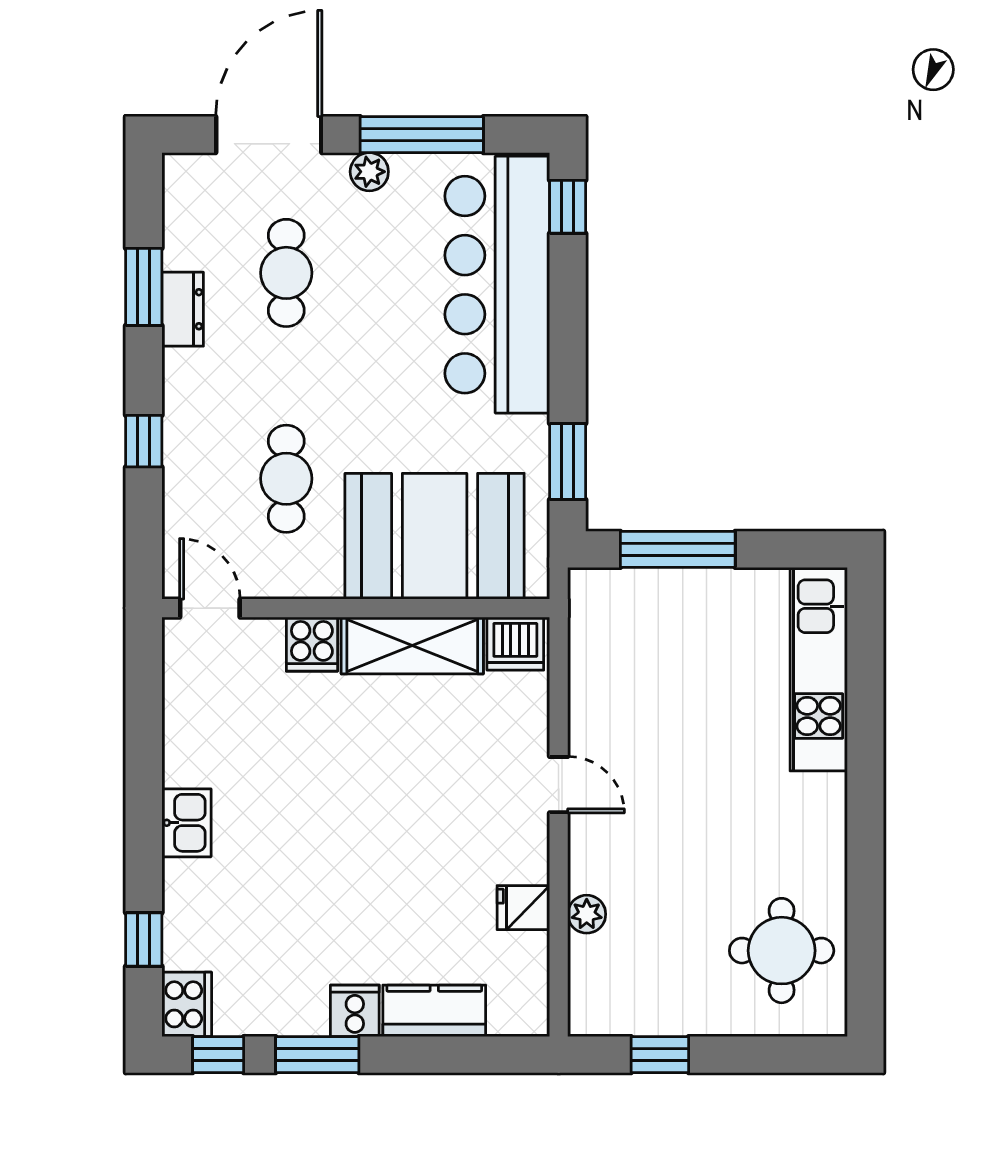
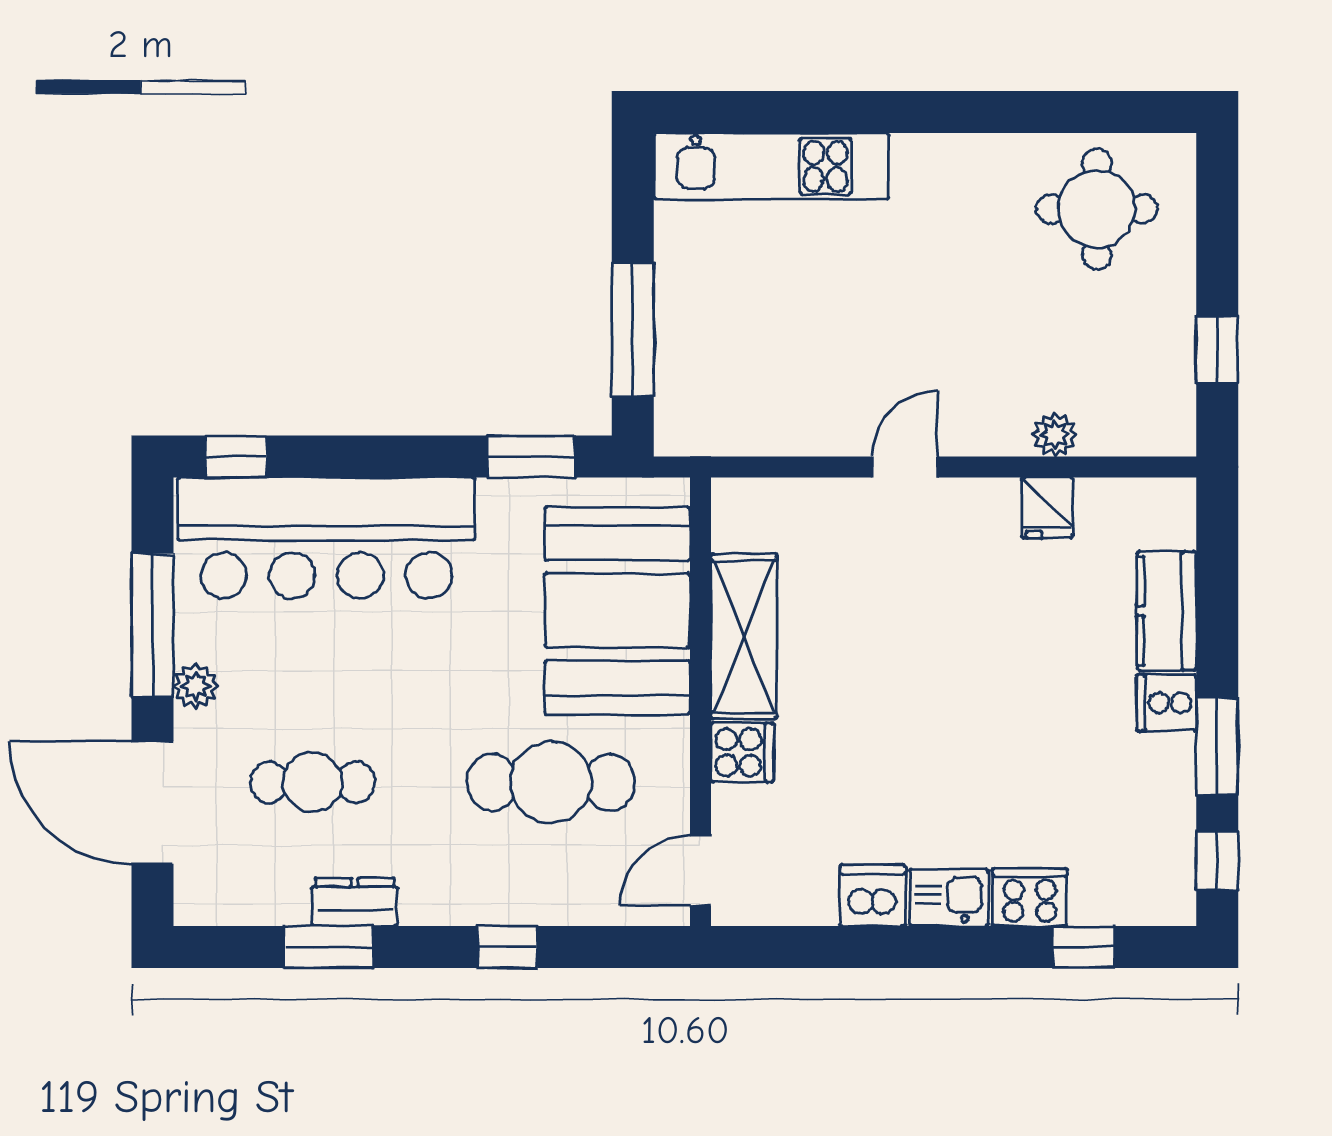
cafe table: (286, 479) -> (551, 782), width x1.37, depth x1.35
dishwasher: (515, 644) -> (873, 895), moved, turned -90
cooker: (187, 1004) -> (1030, 897), moved

